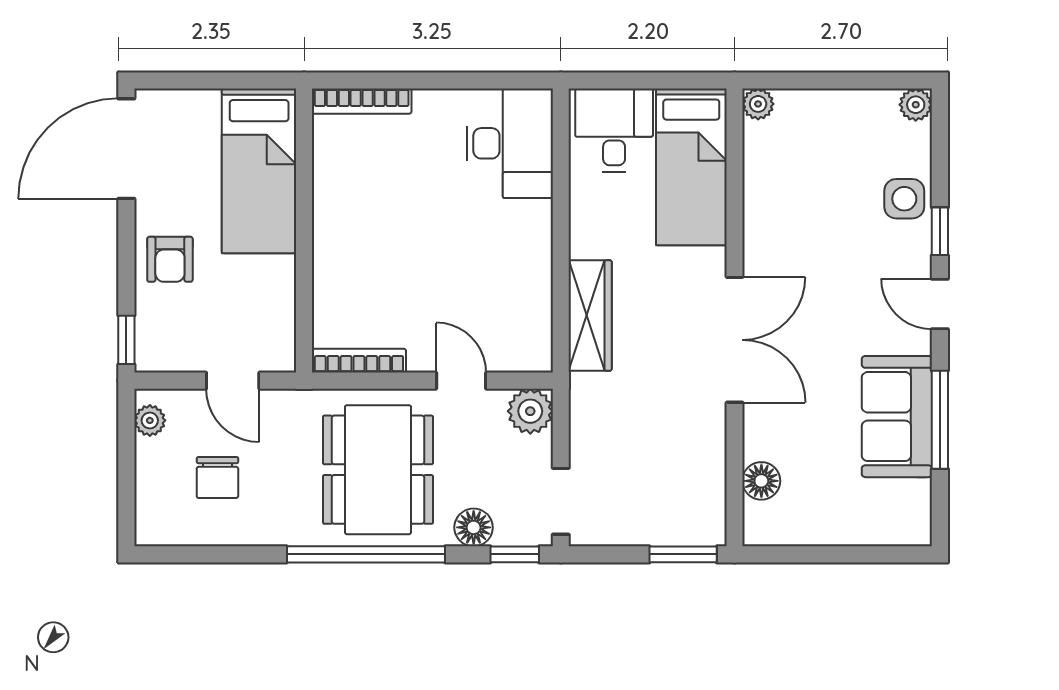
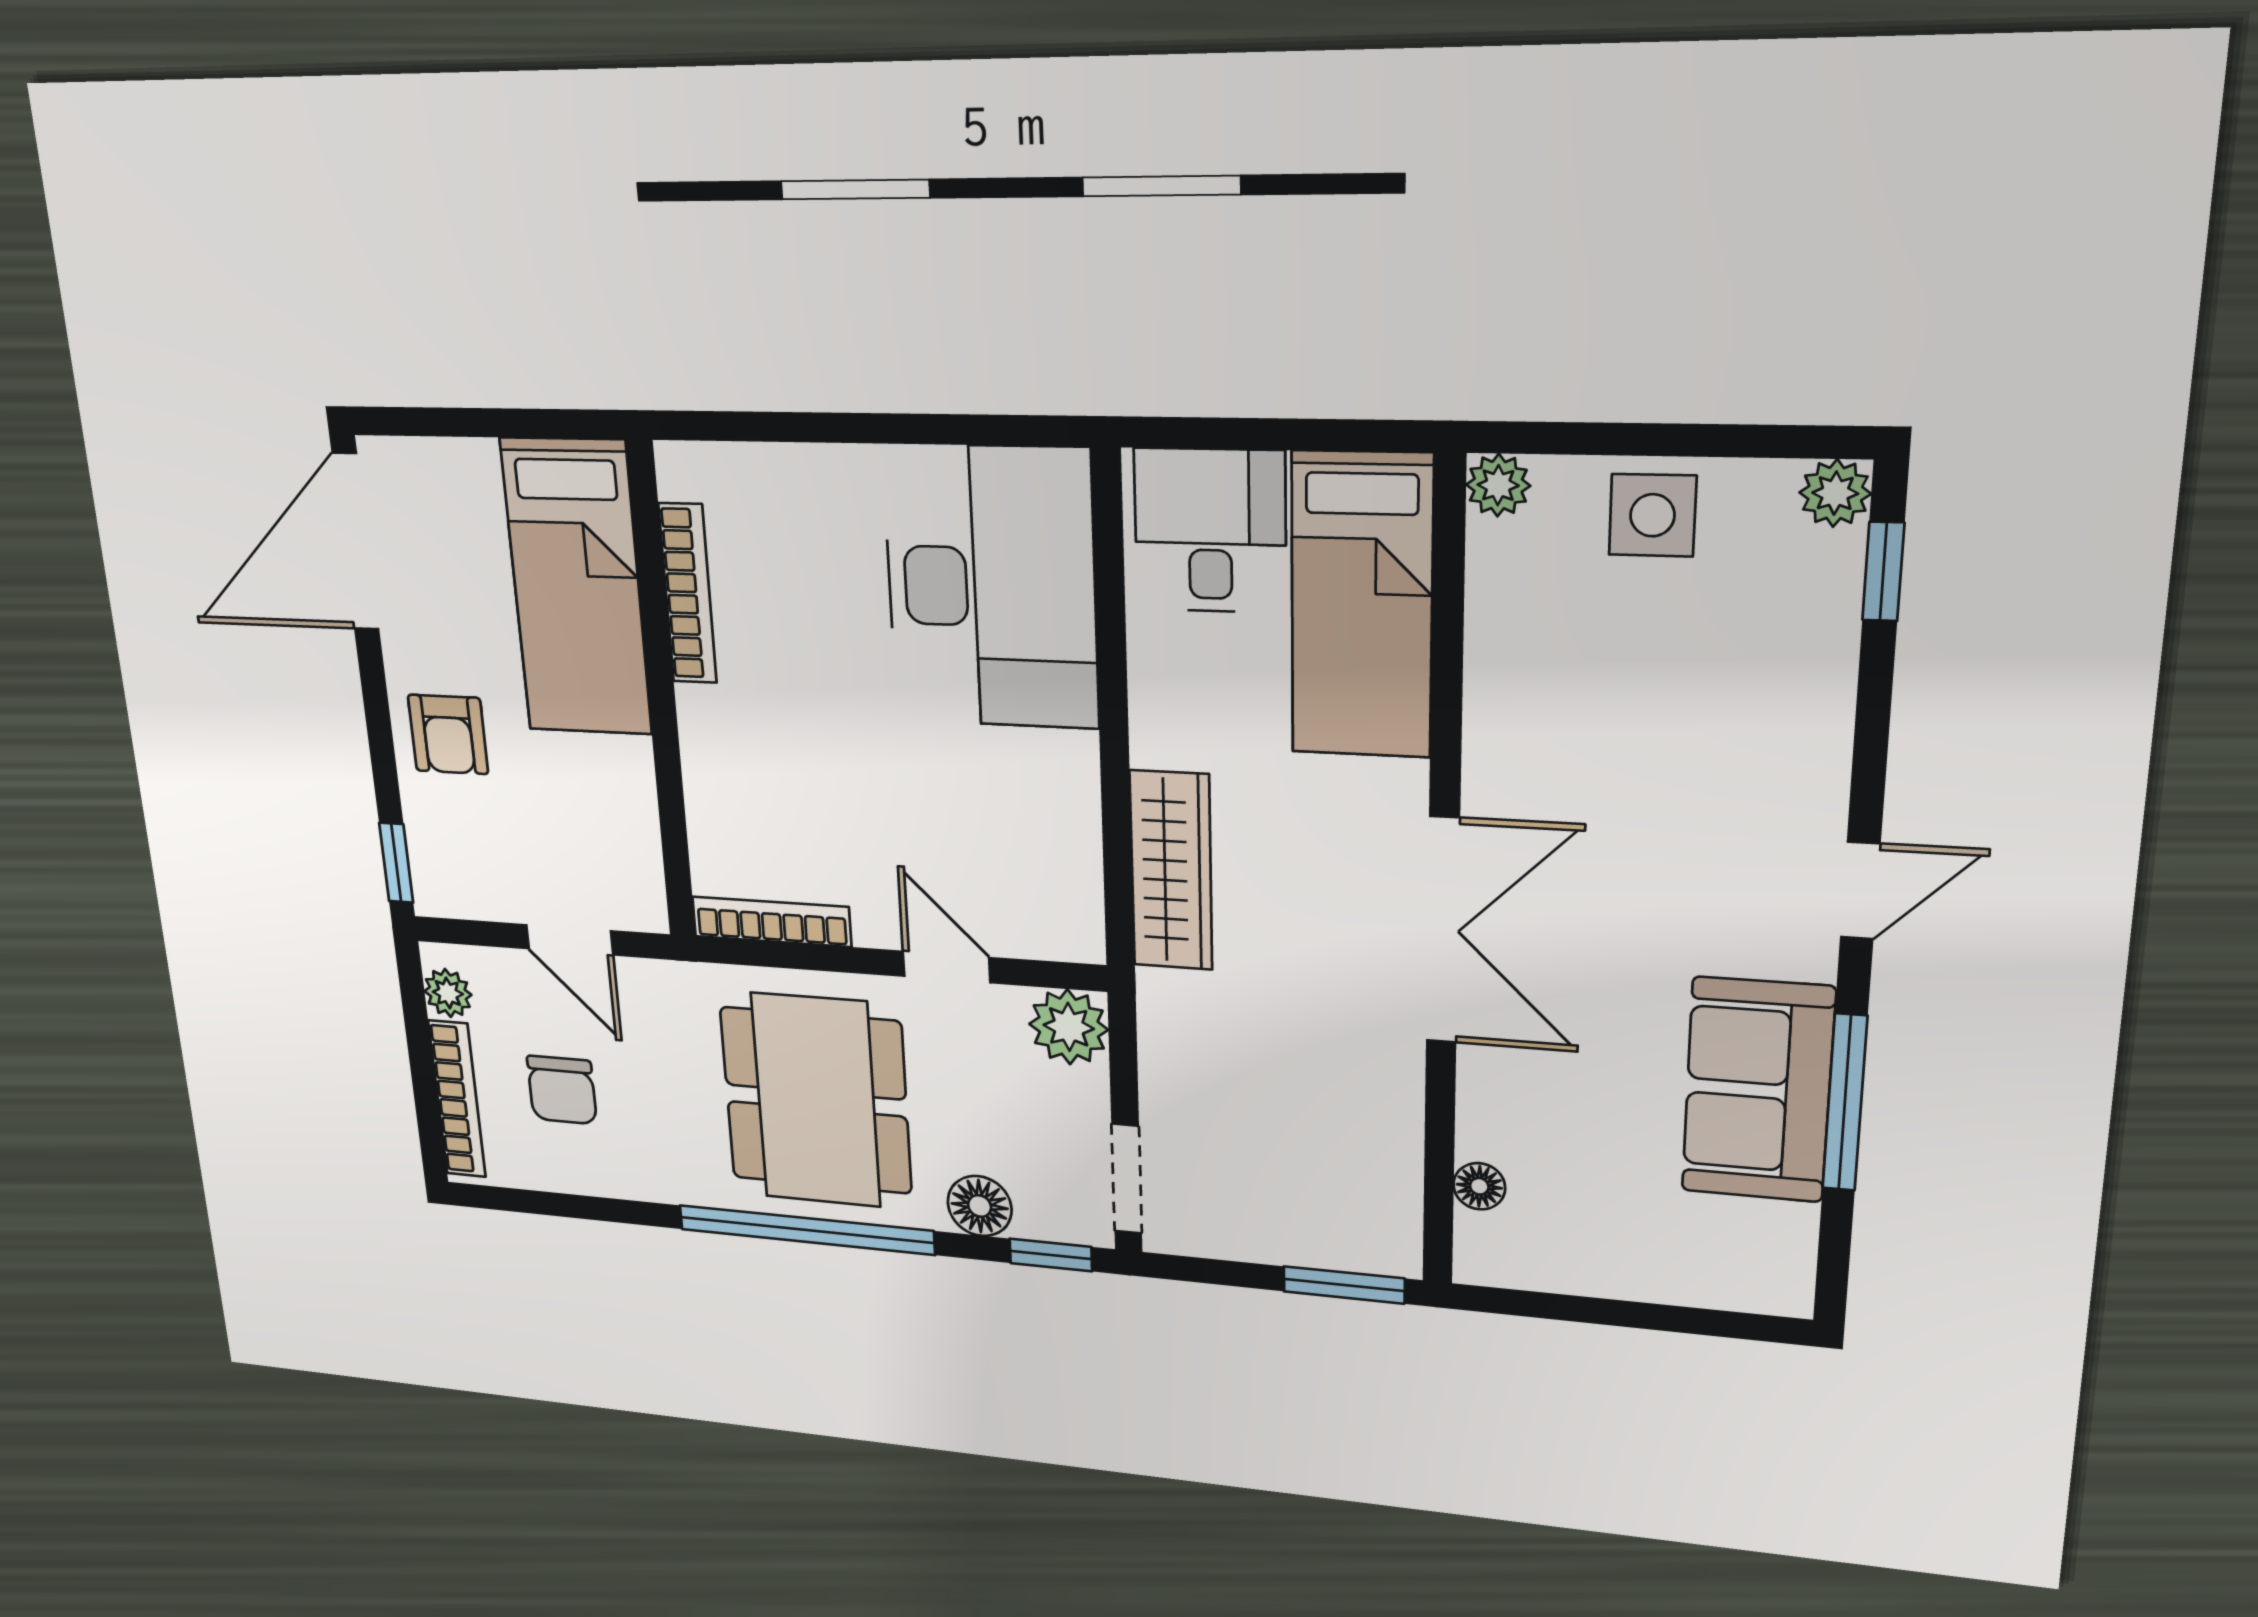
bookcase: (362, 101) -> (688, 594), moved, turned -90
desk: (510, 143) -> (991, 587), width x1.36, depth x1.30
side table: (904, 199) -> (1652, 515), moved
window: (940, 231) -> (1883, 572), moved
door: (940, 304) -> (1860, 891), swing flipped
floor lamp: (761, 481) -> (1479, 1186), width x0.73, depth x0.73
bookcase: (147, 490) -> (457, 1099), added

